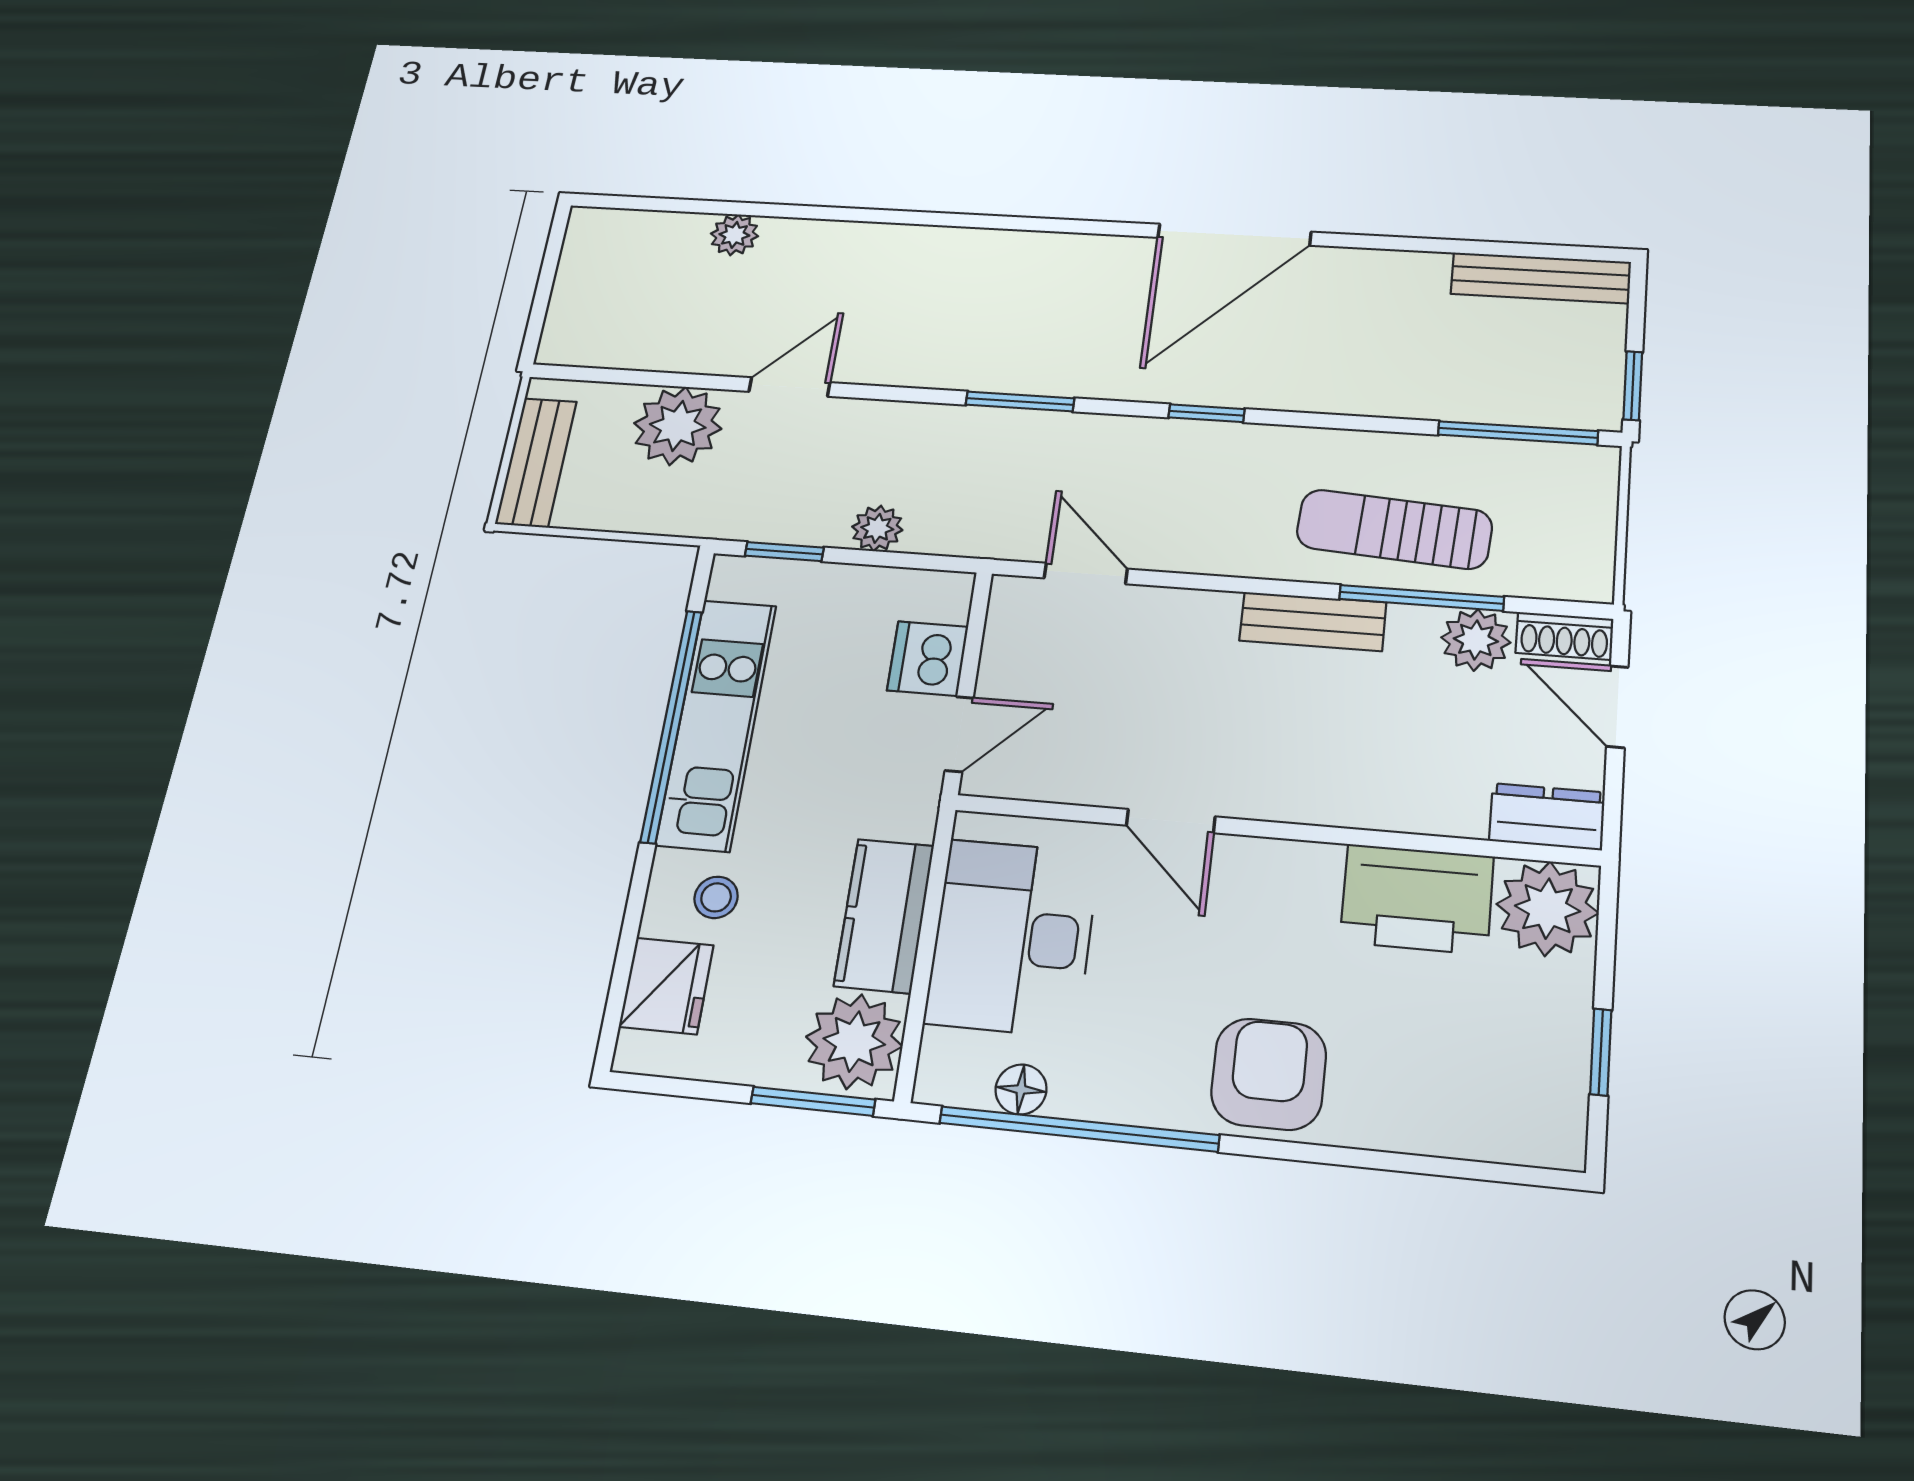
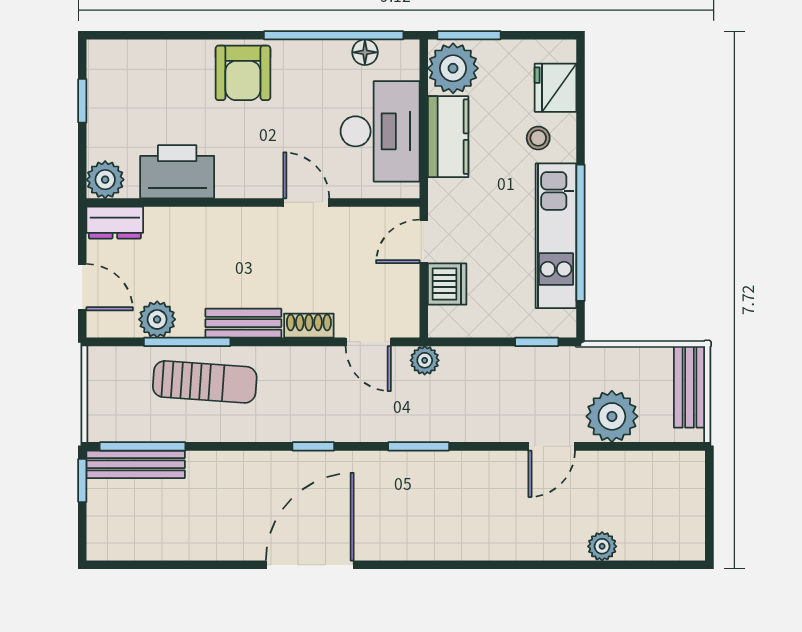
bench: (1541, 278) -> (136, 464), moved
plant: (877, 528) -> (425, 360), moved
shoe rack: (1564, 636) -> (309, 326), moved
plant: (1548, 909) -> (105, 180), width x0.73, depth x0.73

